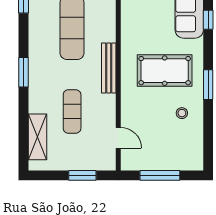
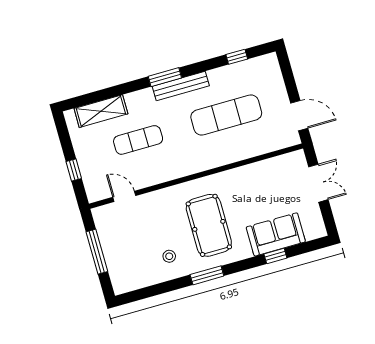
bench: (109, 68) -> (181, 86), moved
door: (118, 138) -> (124, 196), swing flipped
window: (82, 175) -> (74, 170), width x0.67

